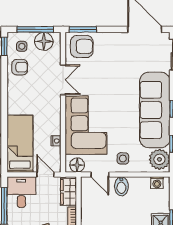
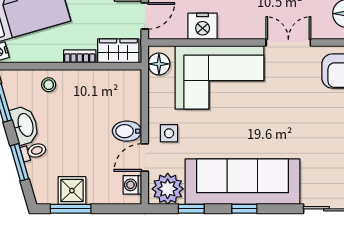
double door: (63, 80) -> (288, 42), swing flipped
nightstand: (56, 141) -> (203, 26), width x1.89, depth x1.79
door: (100, 174) -> (145, 157), moved

